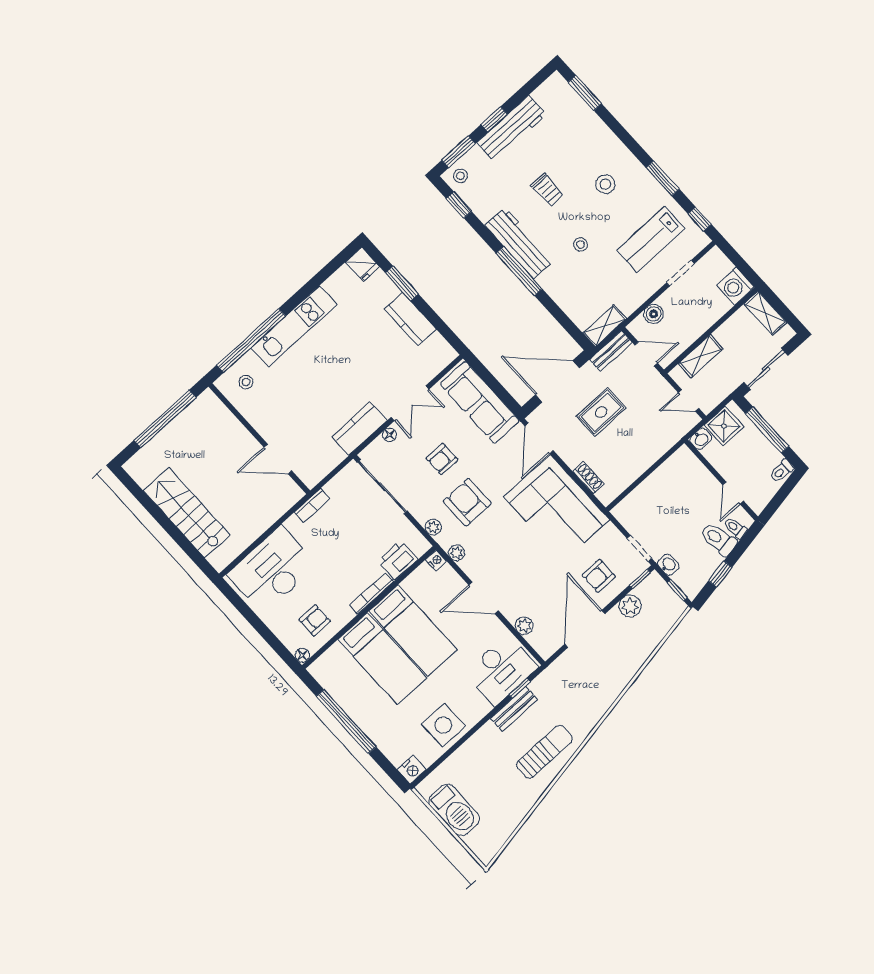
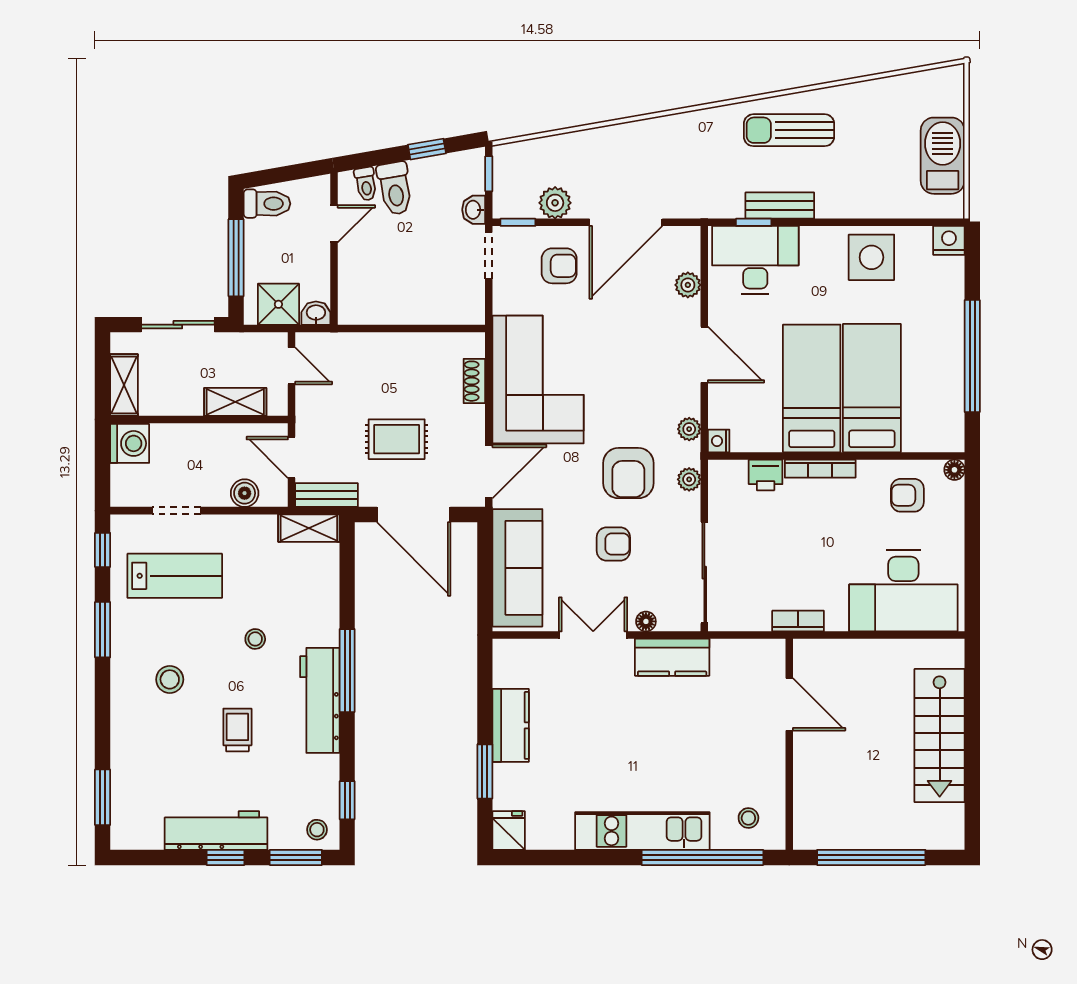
toilet: (782, 471) -> (267, 204), width x1.37, depth x1.39
printer: (398, 560) -> (766, 475), width x0.73, depth x0.81

